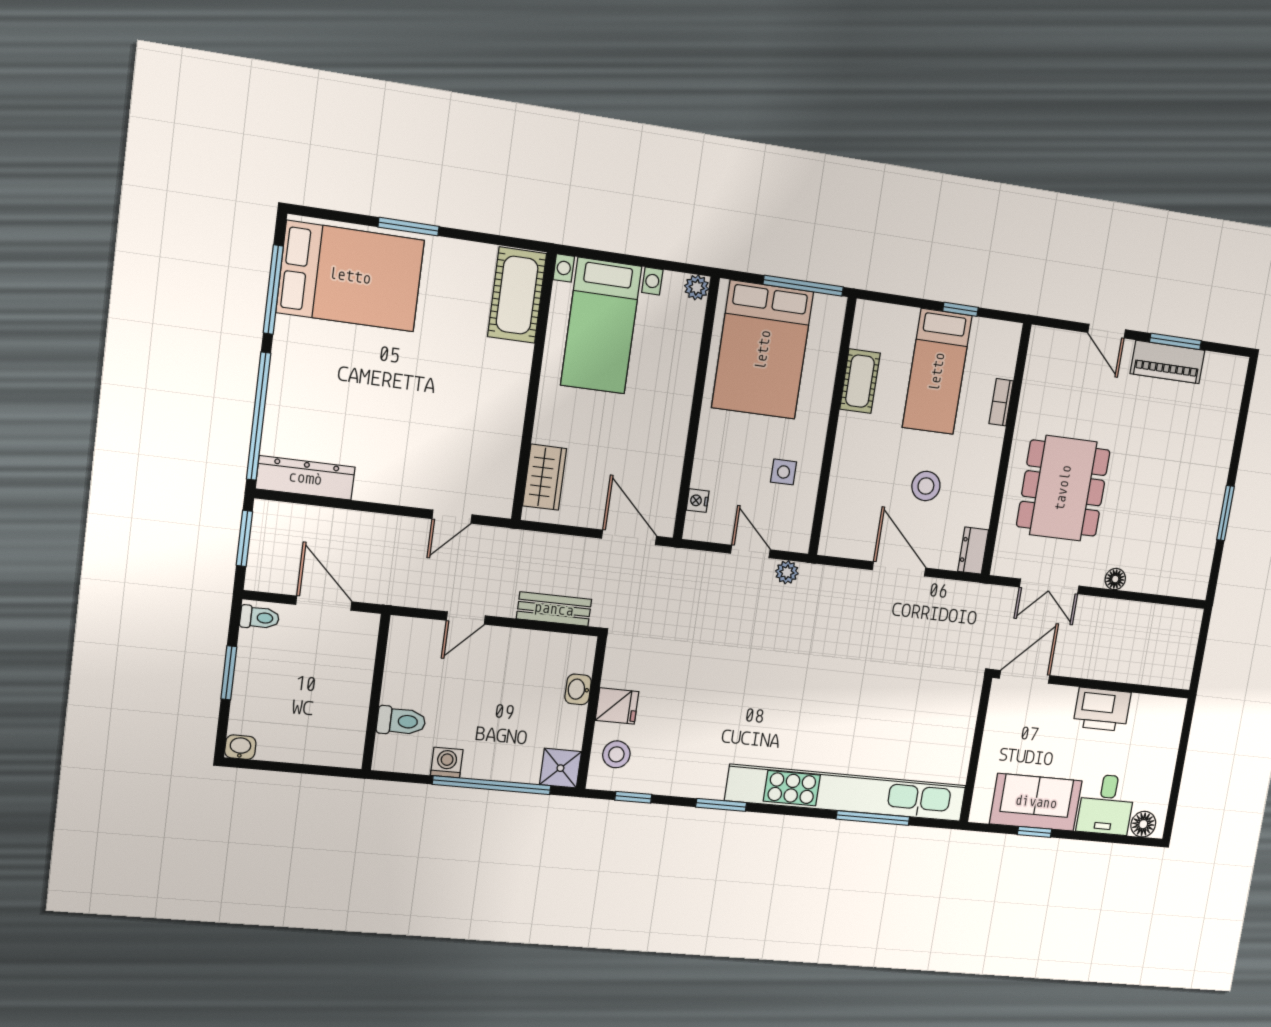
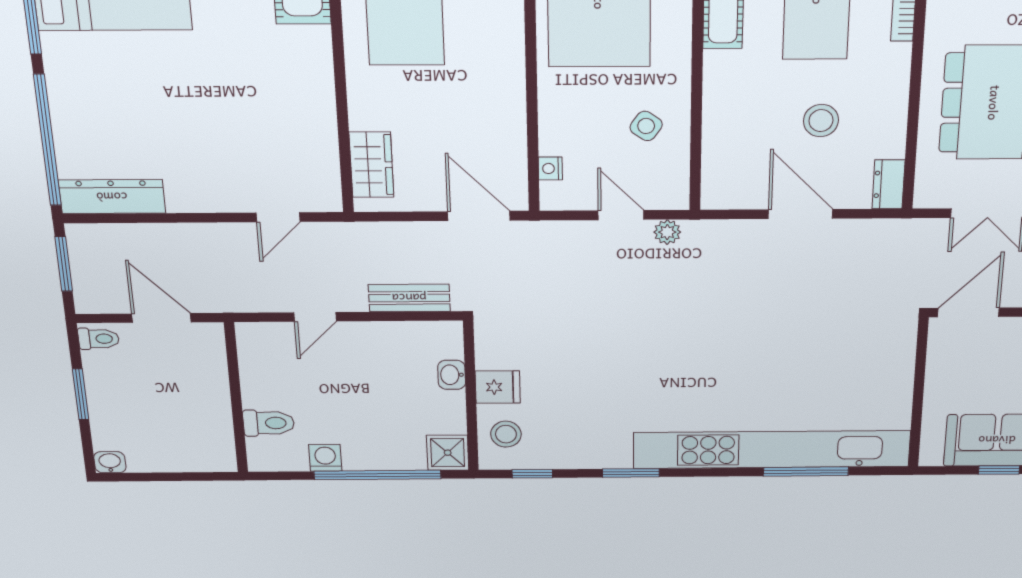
side table: (784, 472) -> (646, 126), turned 35

